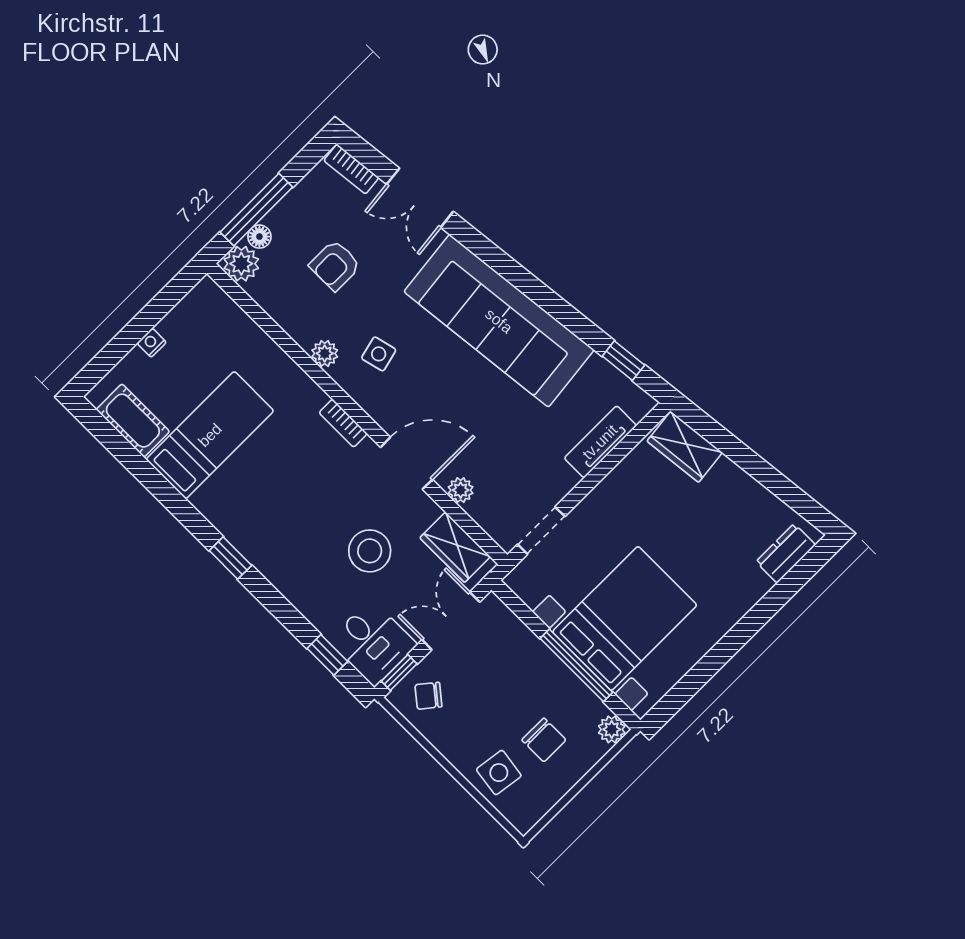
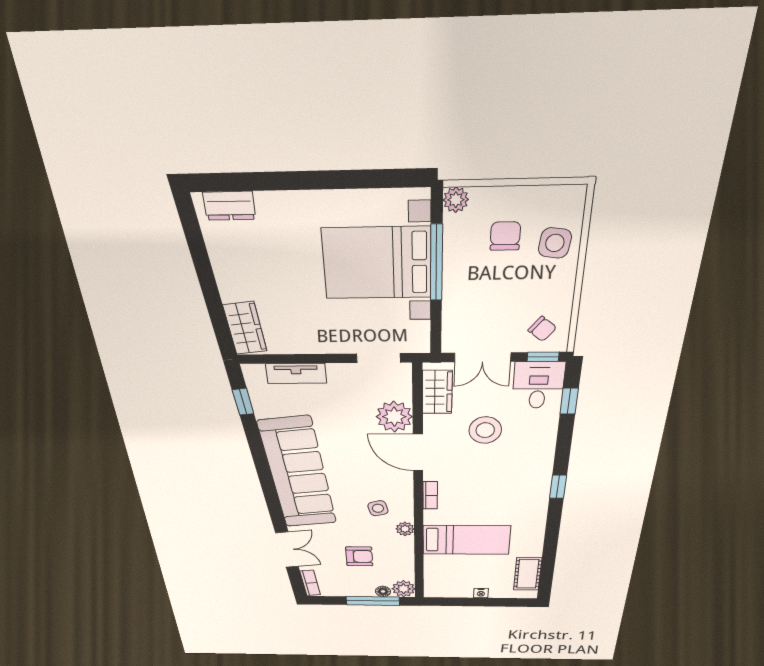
bed: (210, 435) -> (466, 540), moved, turned 180
plant: (461, 490) -> (394, 417), width x1.88, depth x1.88

